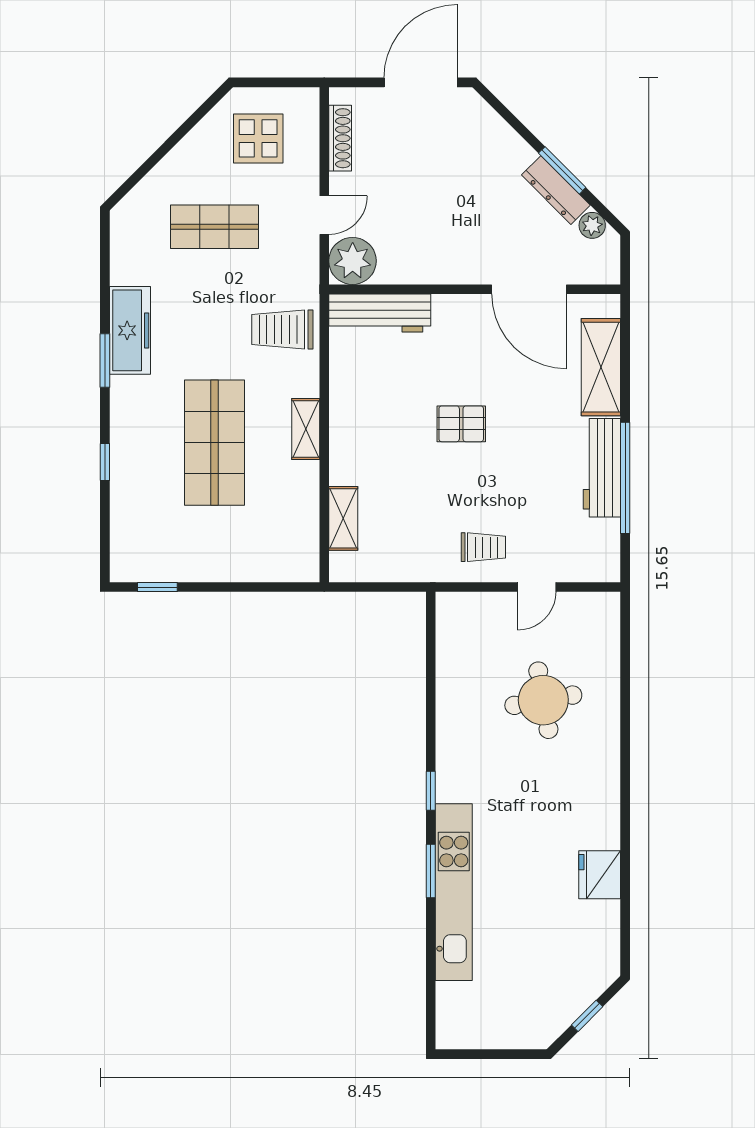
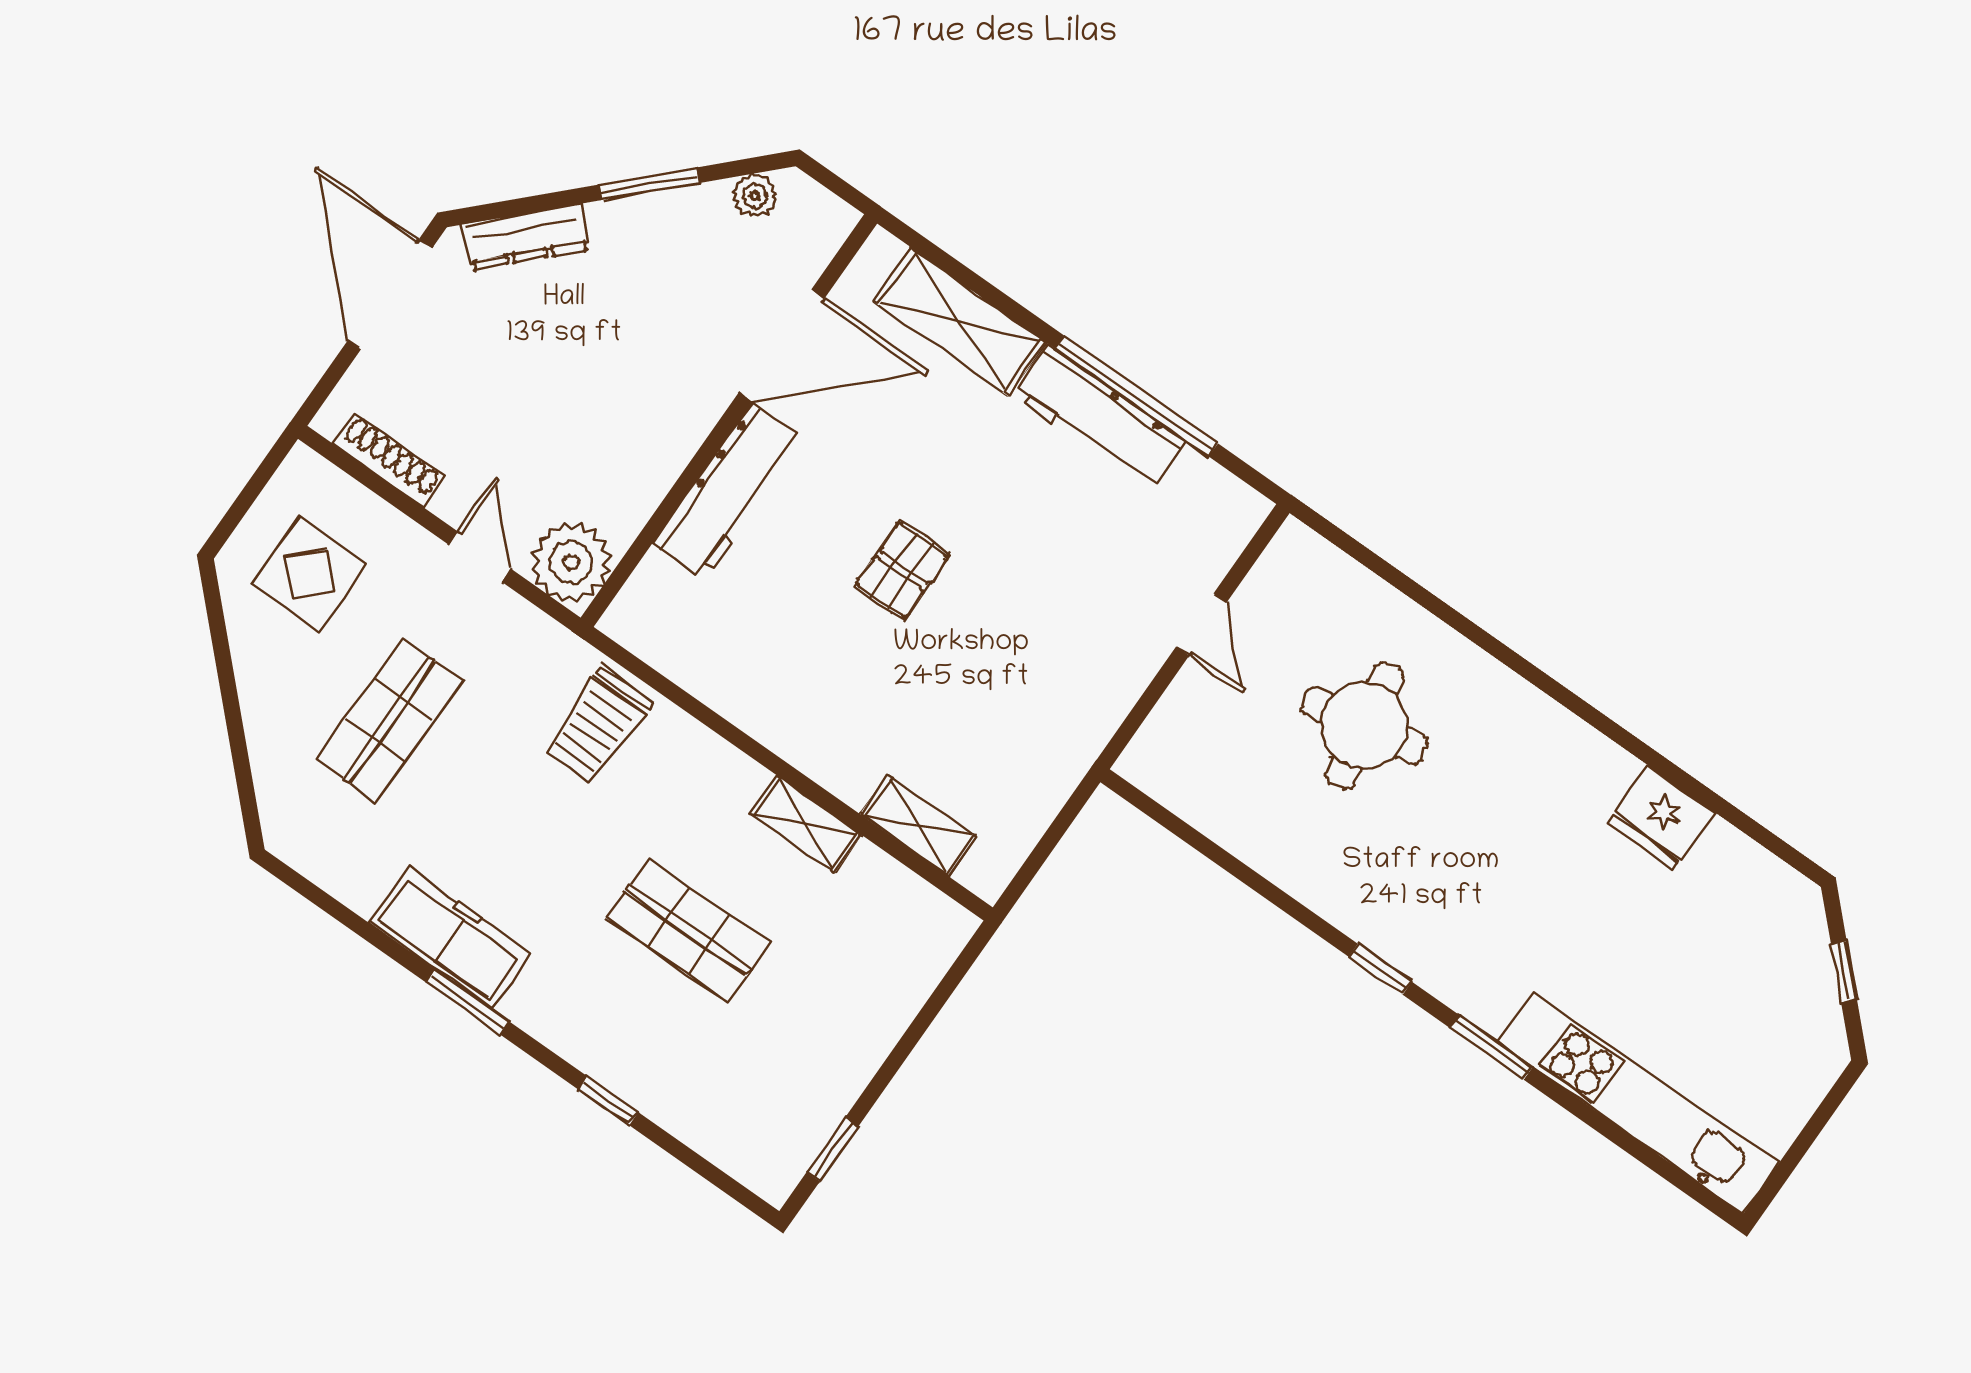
dresser: (556, 190) -> (527, 237), moved
workbench: (380, 313) -> (729, 491), moved
shelving: (306, 429) -> (806, 824), moved
shop shelf: (215, 443) -> (688, 930), width x0.70, depth x0.74
trolley: (483, 547) -> (1094, 659), removed
kitchen unit: (454, 892) -> (1638, 1103), moved

